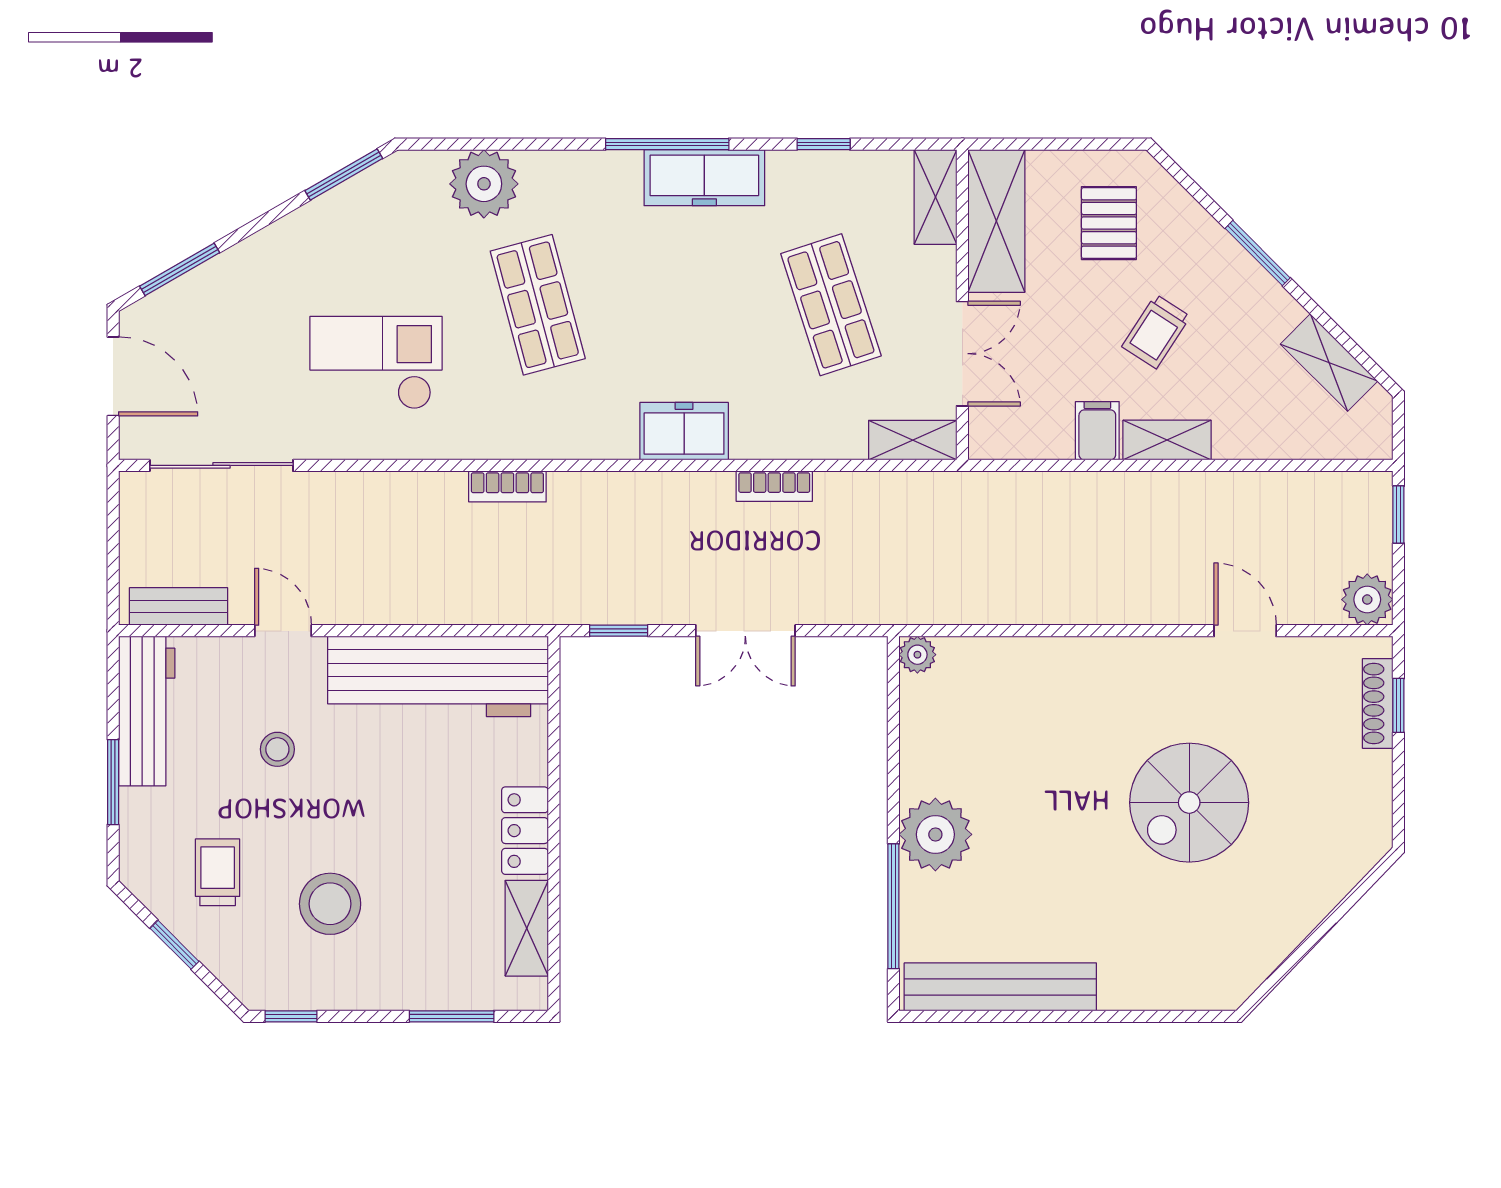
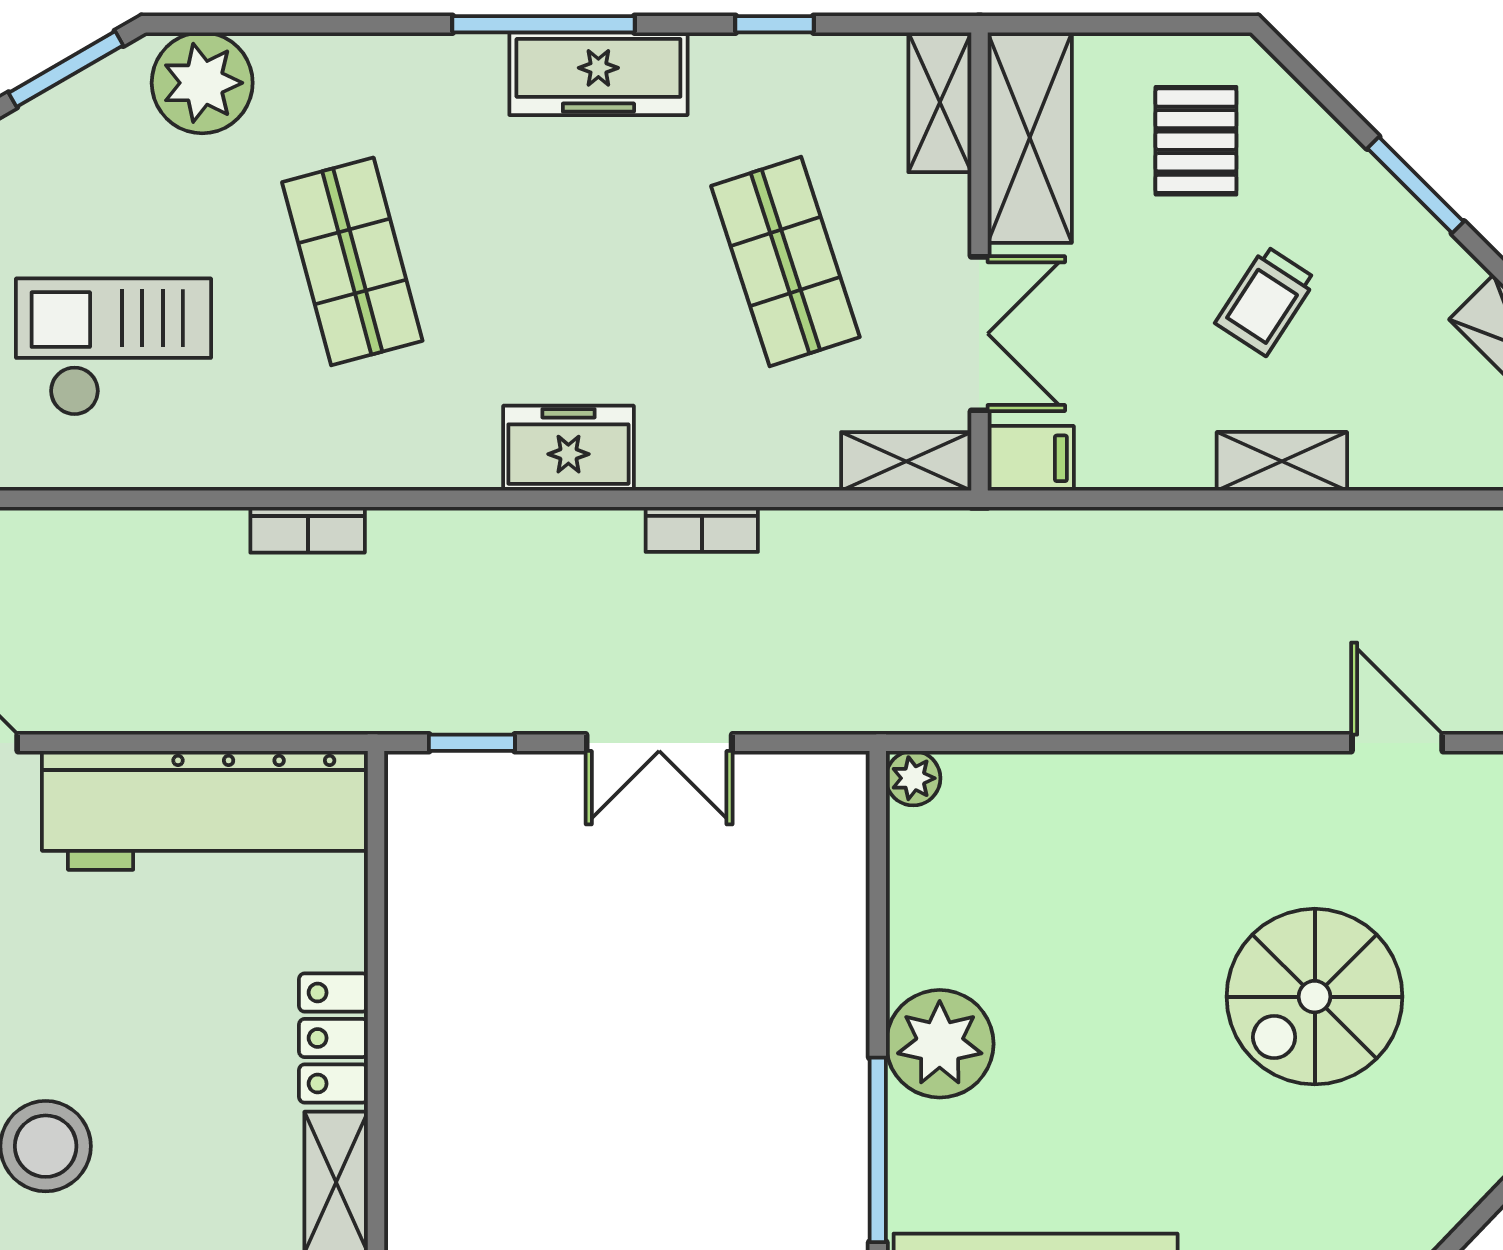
plant: (484, 184) -> (202, 83), moved
filing cabinet: (1097, 431) -> (1031, 458), moved, turned 90

